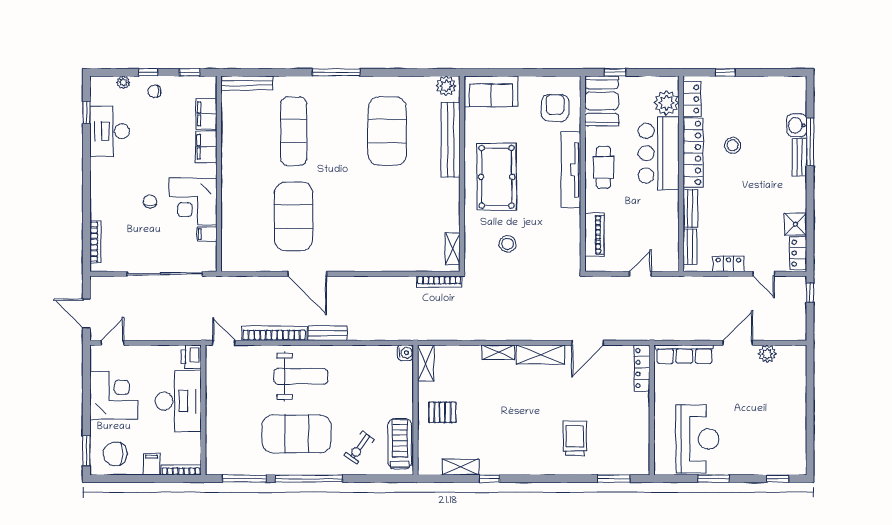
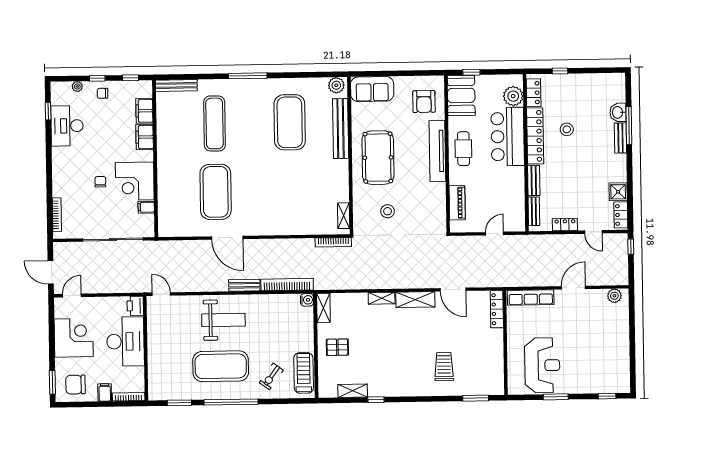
armchair: (555, 108) -> (424, 102), turned 180
bookcase: (274, 333) -> (287, 285), moved
door: (588, 343) -> (453, 290), hinge flipped
plant: (767, 354) -> (614, 296), moved
window: (244, 479) -> (179, 403), width x0.69

